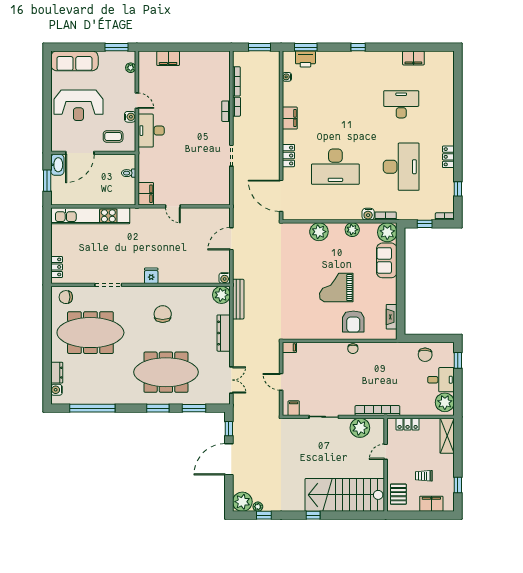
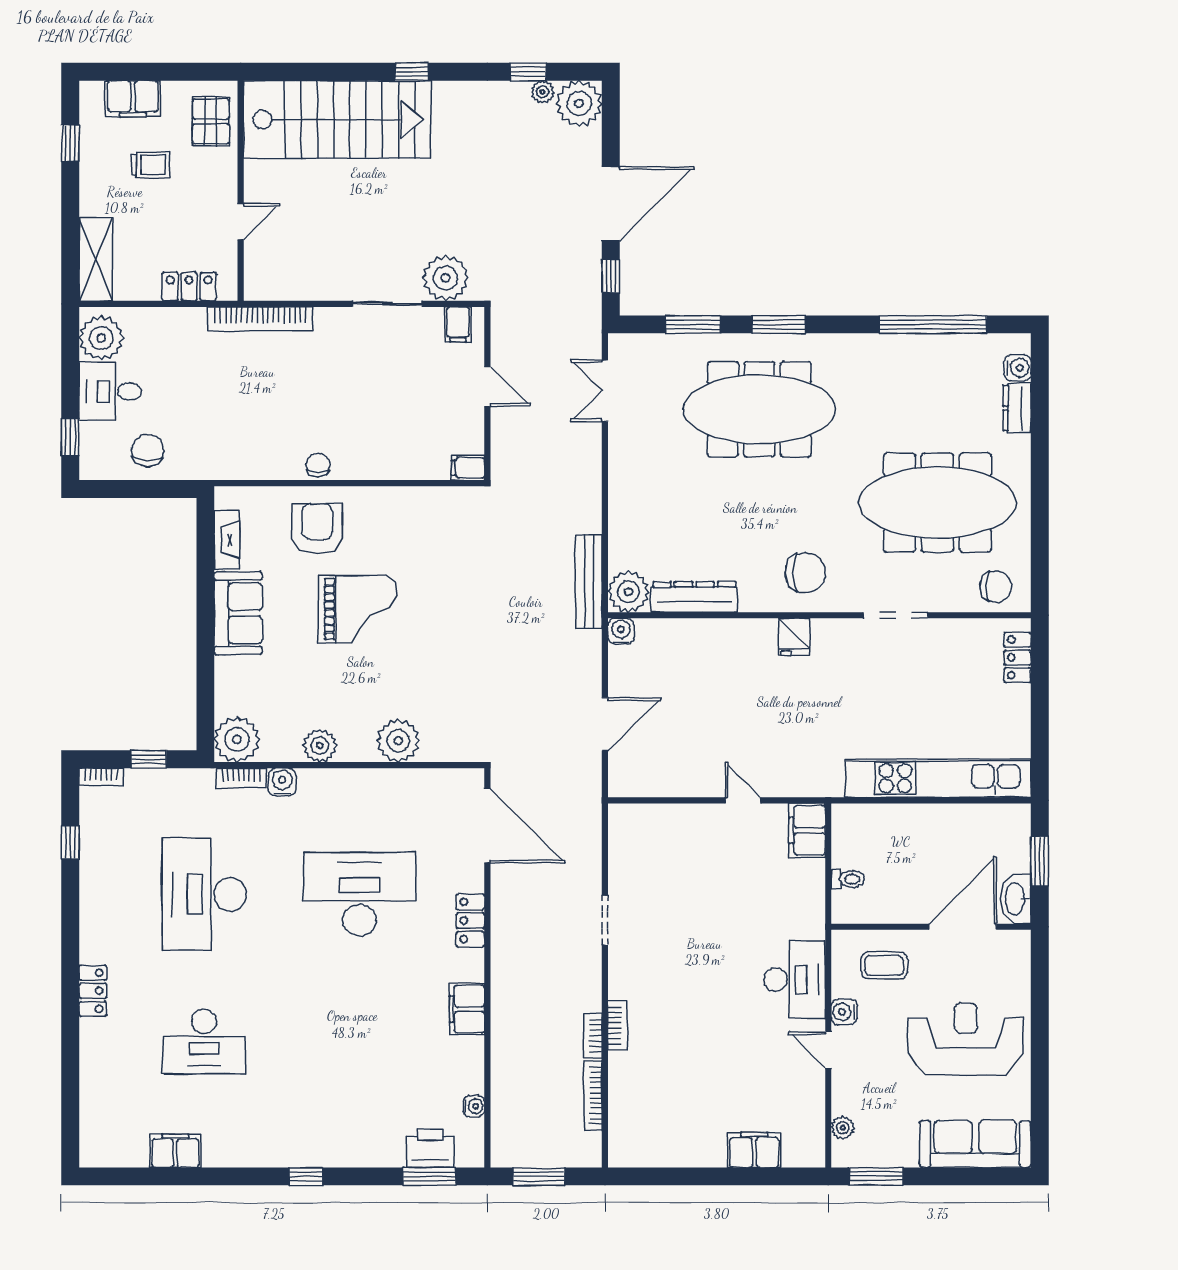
locker: (448, 157) -> (93, 991), moved
sofa: (387, 260) -> (238, 613), moved
chair: (163, 314) -> (805, 573), moved, turned -90
dresser: (224, 333) -> (694, 597), moved, turned -90
plant: (360, 428) -> (446, 278), moved

